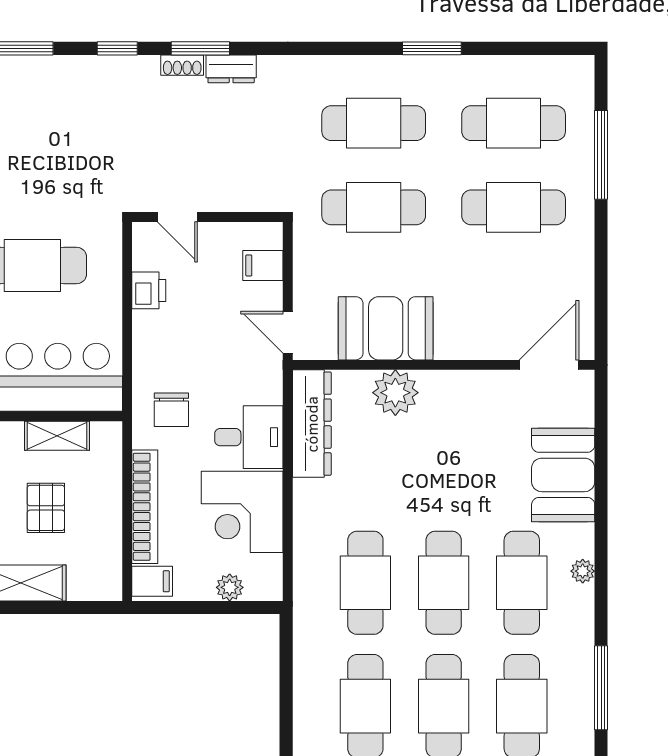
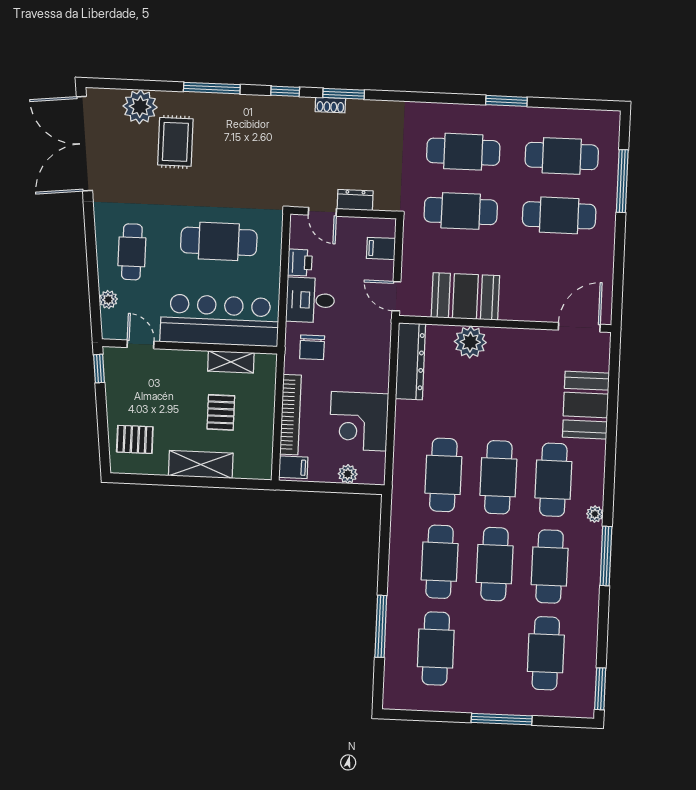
dresser: (231, 69) -> (355, 200), moved, turned 180
desk: (249, 437) -> (310, 300), moved, turned 180
plant: (583, 571) -> (595, 514), moved

